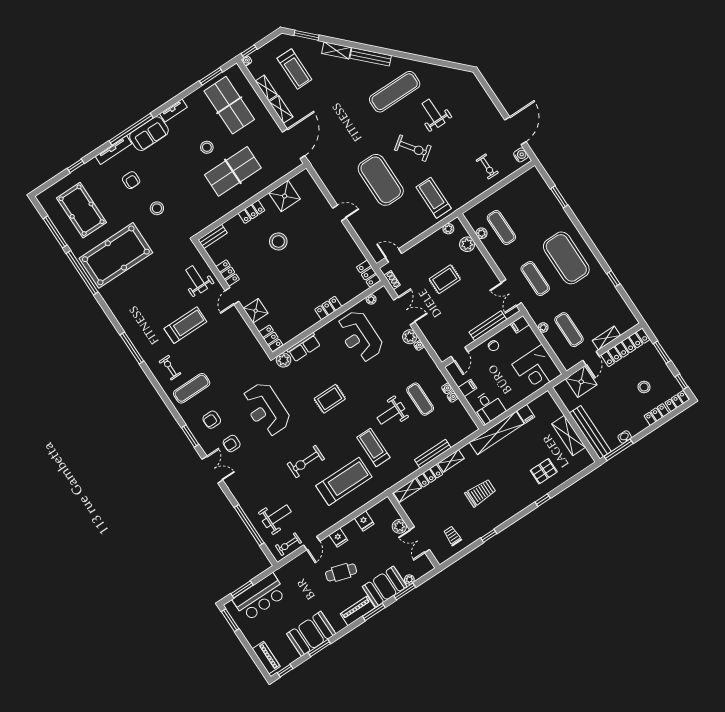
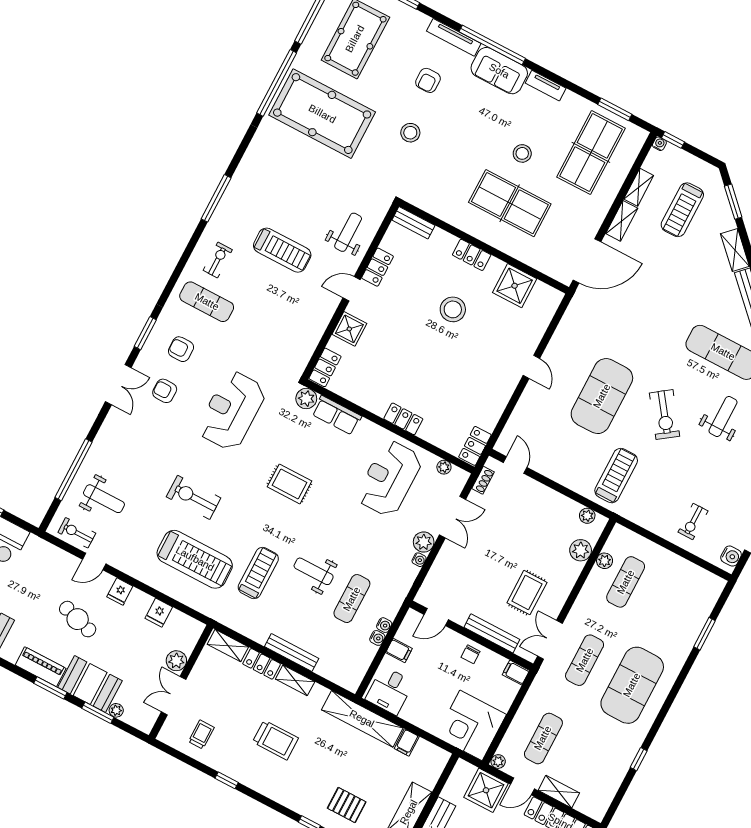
rug: (445, 279) -> (527, 593), moved, turned 90
plant: (543, 327) -> (498, 762), moved

